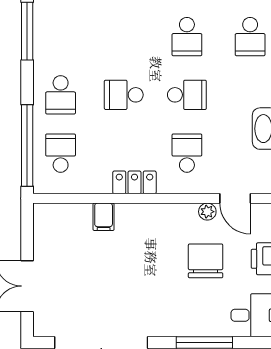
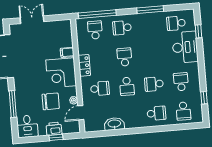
school desk: (250, 37) -> (156, 113), turned 180
school desk: (61, 153) -> (95, 30), turned -90
corner desk: (146, 233) -> (61, 73), added

